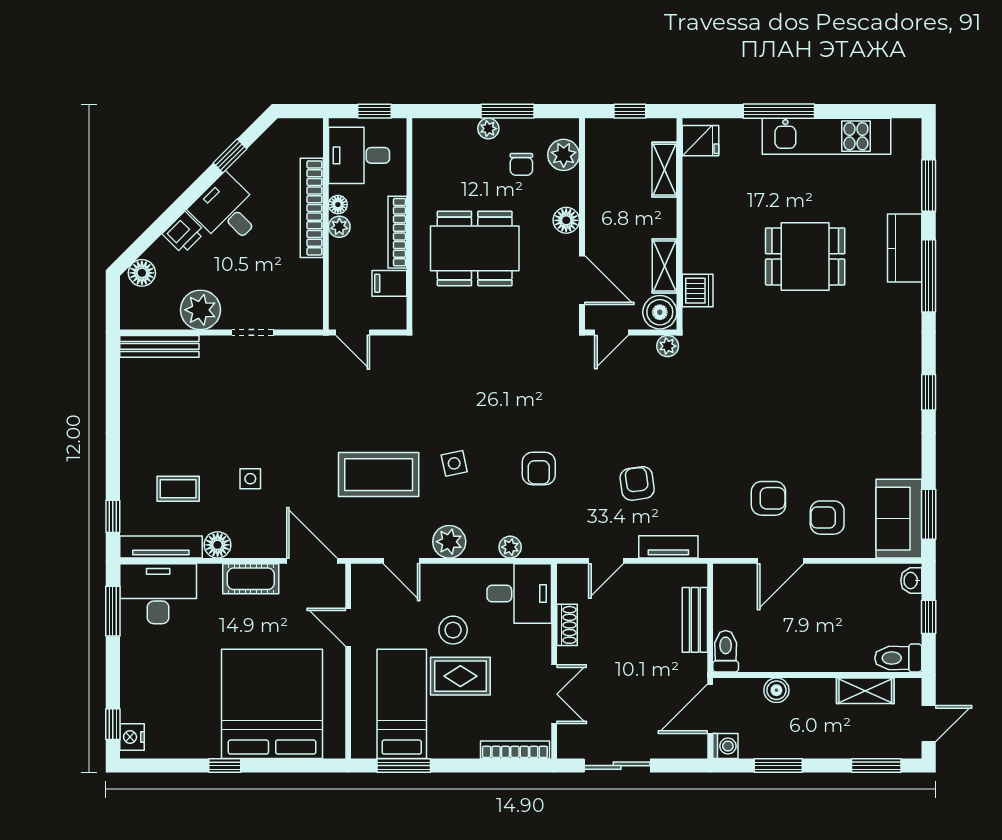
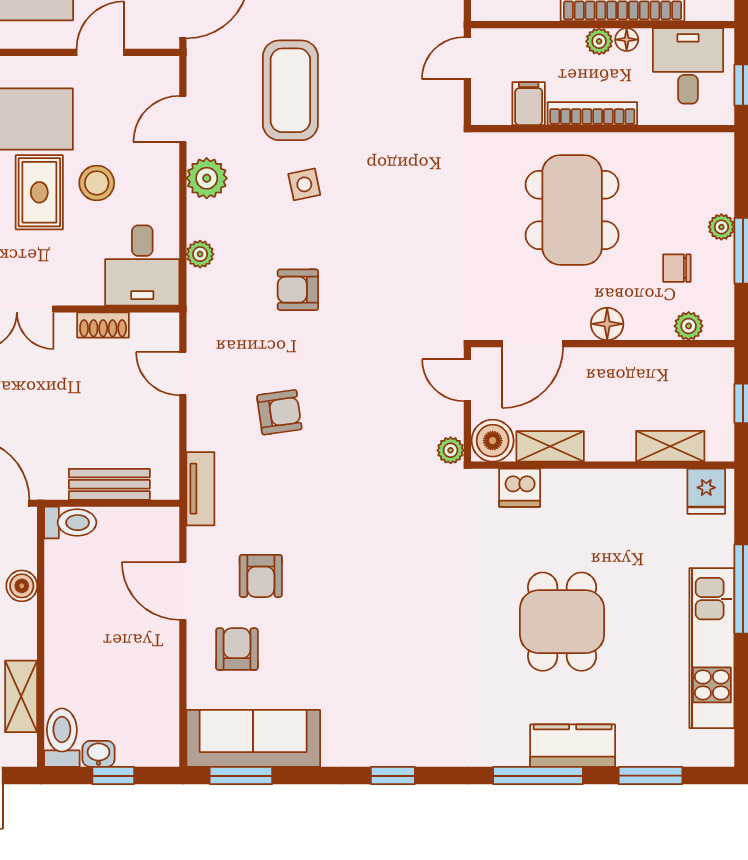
plant: (564, 155) -> (689, 326), width x0.73, depth x0.73
sofa: (899, 519) -> (253, 738), width x1.36
tv unit: (668, 547) -> (200, 489), moved
washbasin: (911, 580) -> (99, 754), moved

